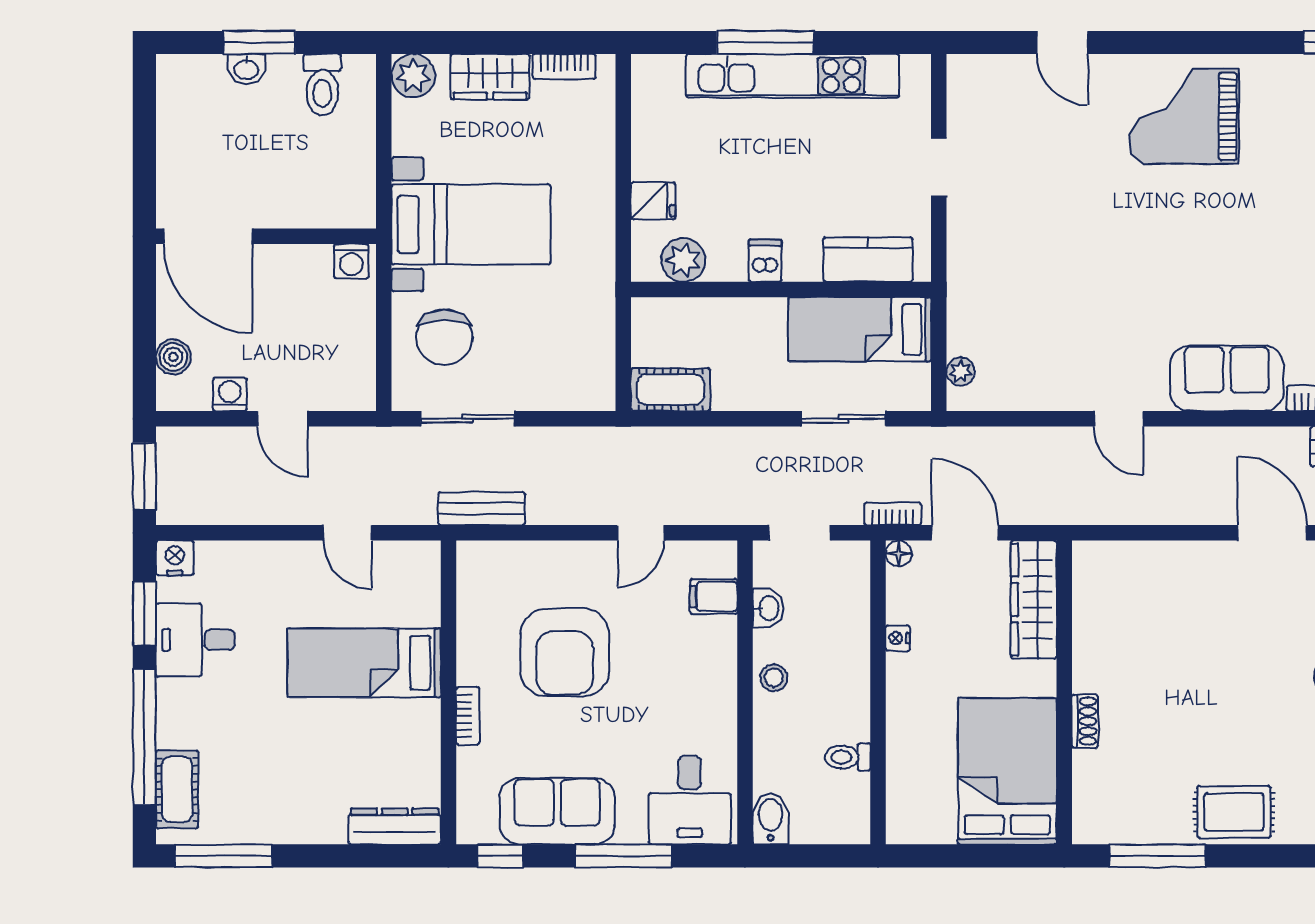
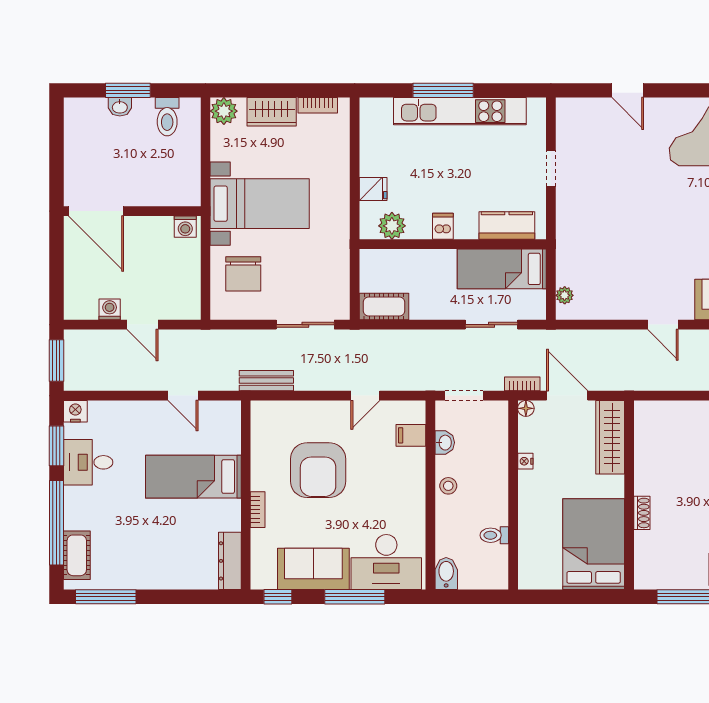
boiler: (173, 357) -> (74, 286), removed
sliding door: (468, 419) -> (305, 325), moved
desk: (690, 800) -> (386, 562), width x1.37
dresser: (395, 826) -> (230, 561), moved, turned -90

